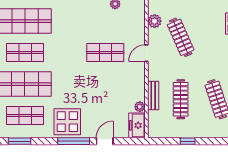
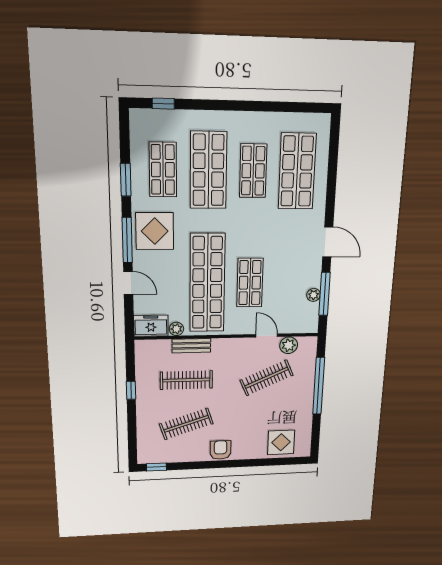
door: (146, 53) -> (267, 336), moved
shop shelf: (105, 84) -> (207, 283), added
window: (20, 141) -> (126, 180), moved

